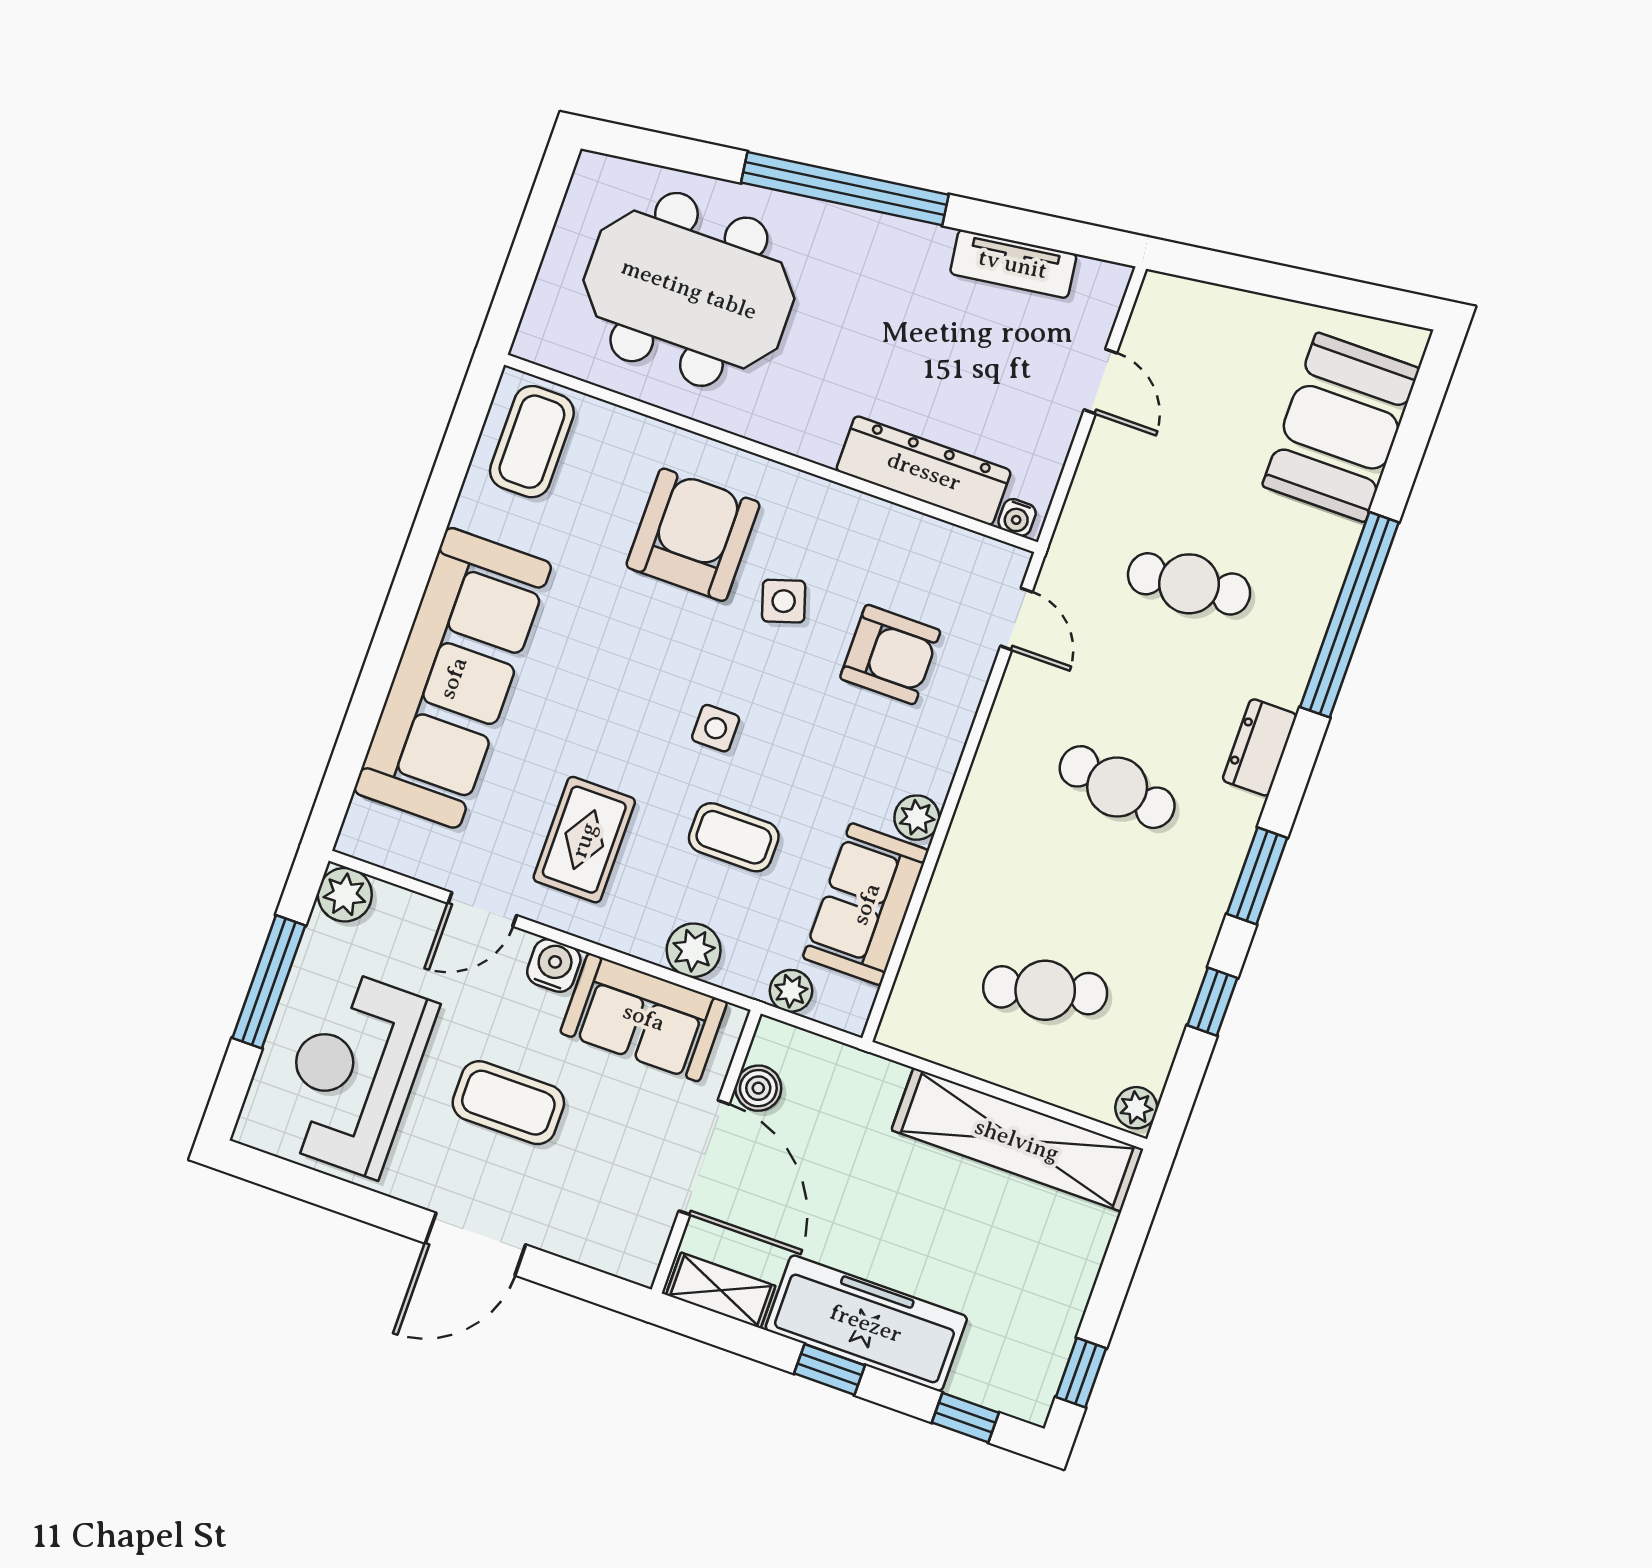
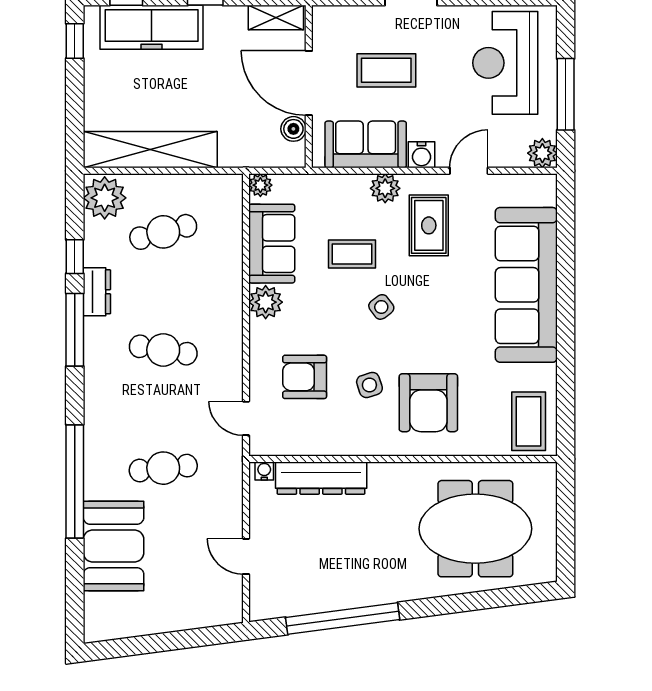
window: (845, 189) -> (343, 619), moved
tv unit: (1013, 264) -> (312, 601), removed
booth: (1341, 427) -> (113, 546), moved
side table: (716, 728) -> (381, 307), turned -37
dresser: (1260, 747) -> (97, 292), moved
plant: (917, 818) -> (266, 302), width x1.38, depth x1.38
window: (1257, 876) -> (75, 330), width x1.44
plant: (694, 950) -> (385, 188), moved
plant: (791, 991) -> (260, 185), moved
reception desk: (354, 1073) -> (505, 63), turned 180
coffee table: (508, 1103) -> (386, 70), moved
plant: (1136, 1108) -> (105, 198), width x1.87, depth x1.87
freezer: (866, 1323) -> (152, 27), moved

